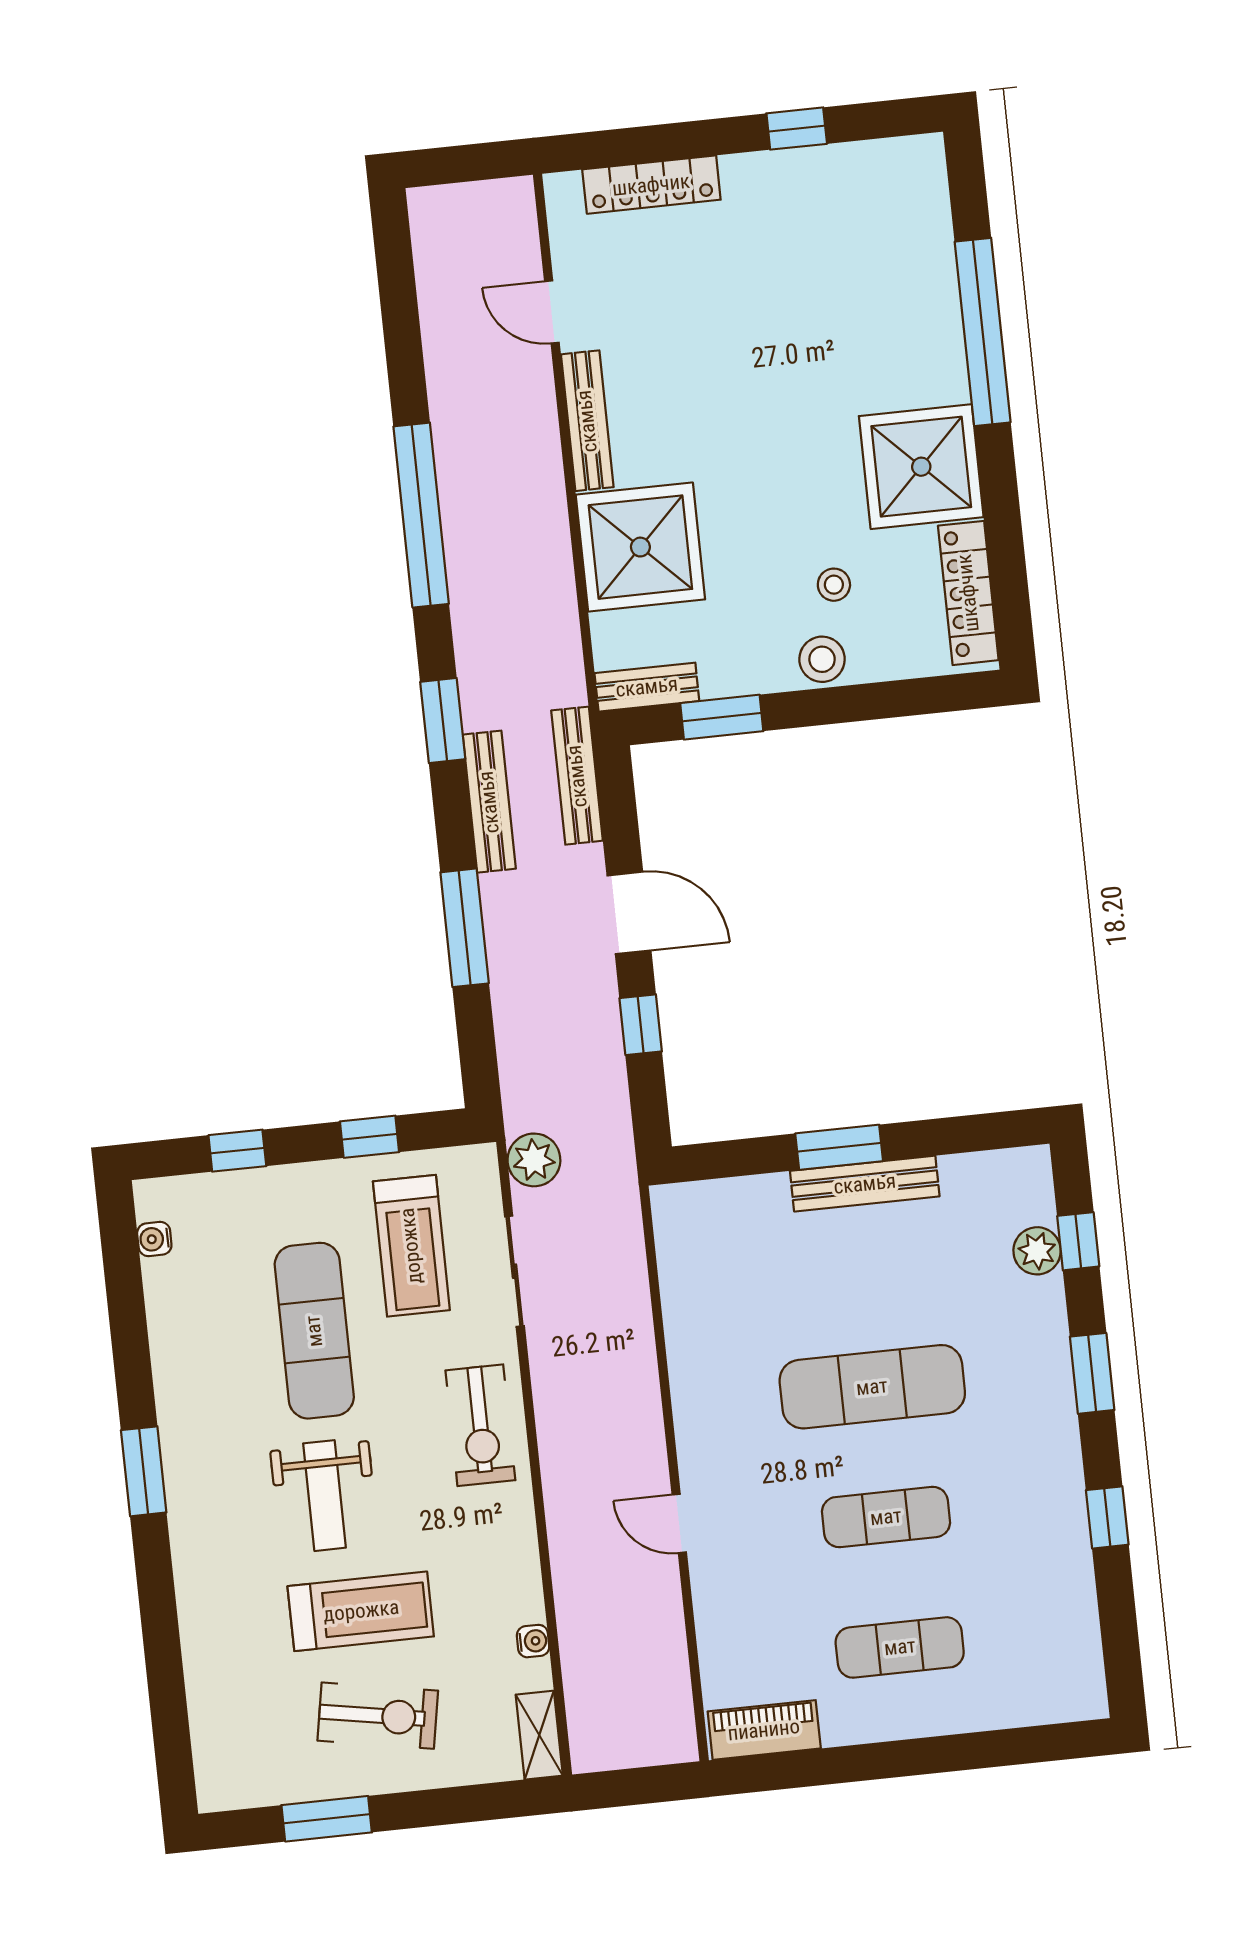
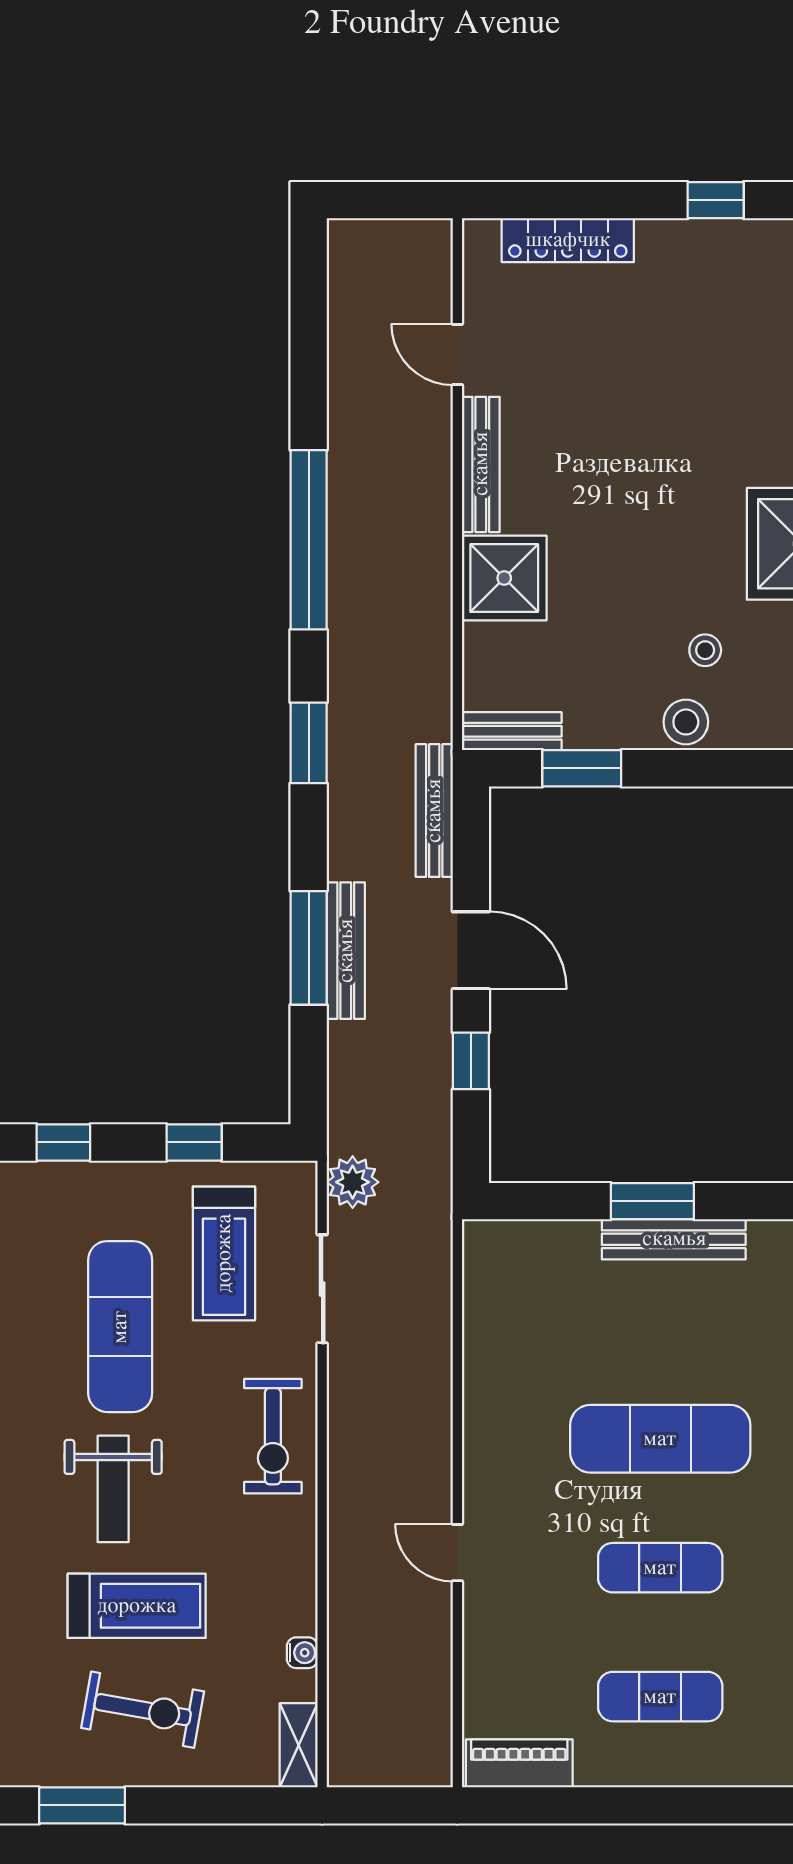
shower: (640, 547) -> (504, 578), width x0.73, depth x0.73
bench: (489, 802) -> (346, 951), moved

